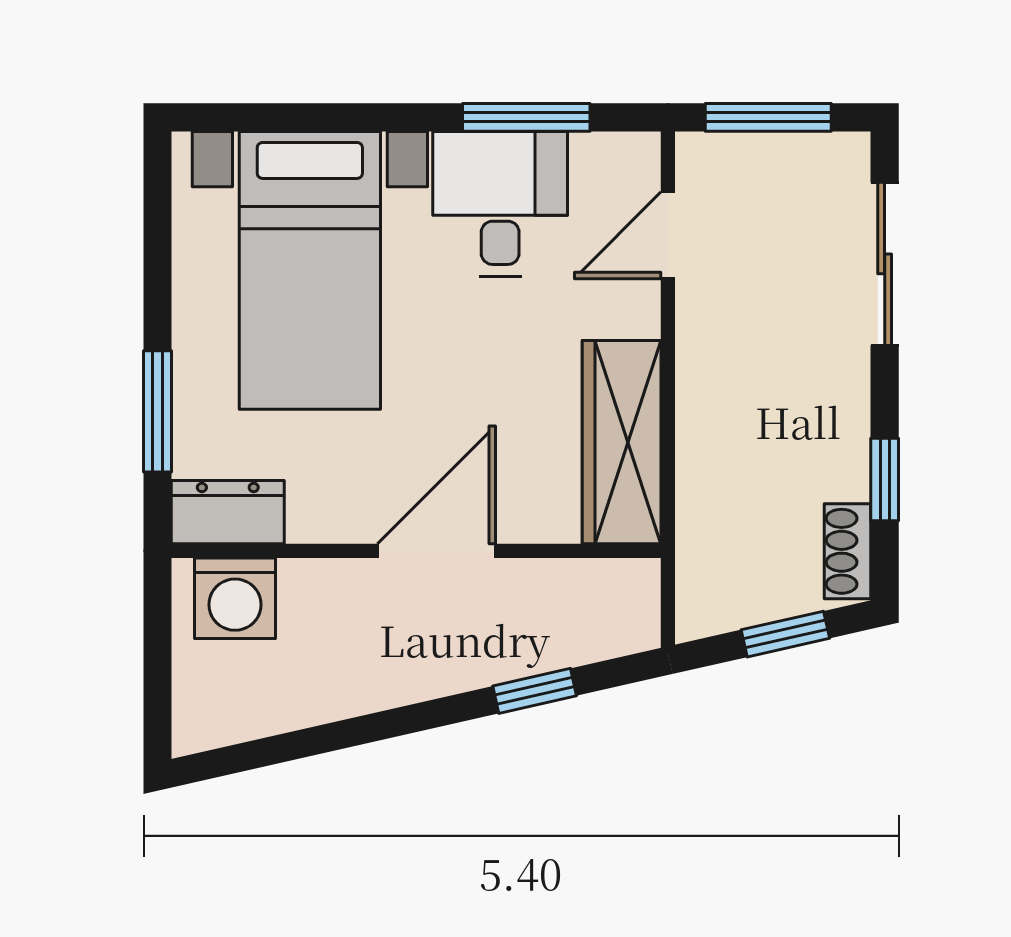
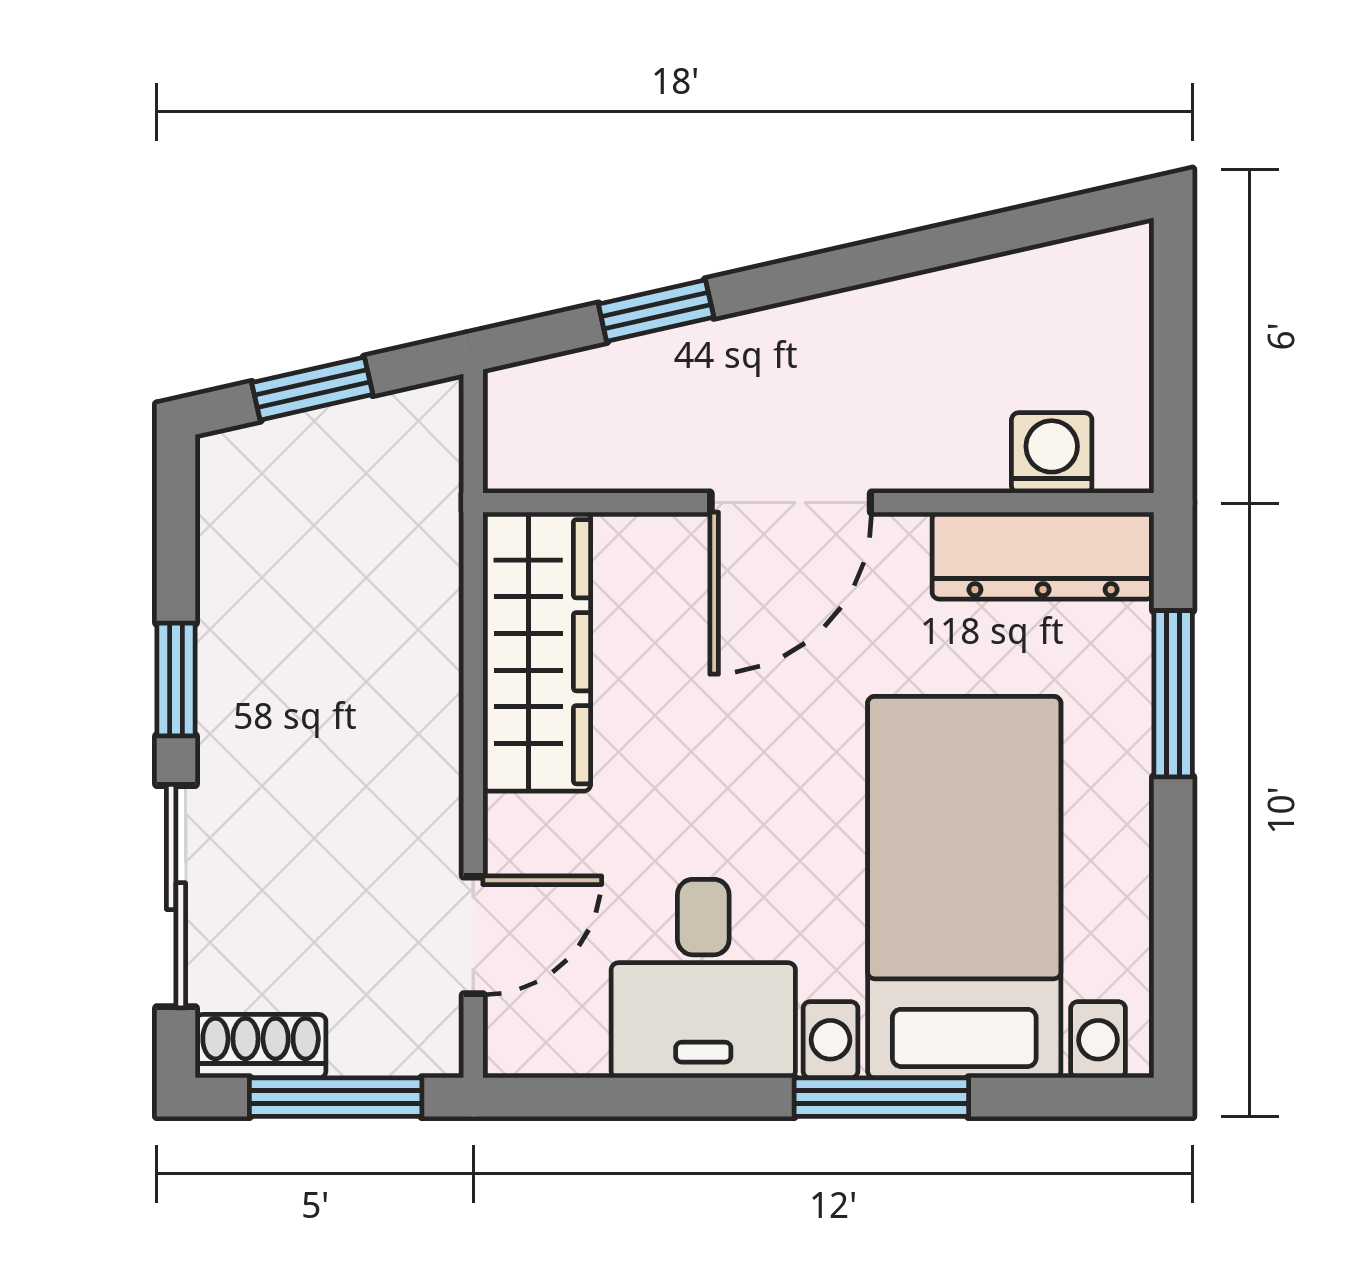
window: (526, 117) -> (881, 1097), moved
window: (885, 480) -> (176, 679), moved
dresser: (228, 512) -> (1043, 556), width x1.44
shoe rack: (848, 551) -> (261, 1046), moved, turned -90
washing machine: (235, 598) -> (1052, 453), width x0.73, depth x0.73

